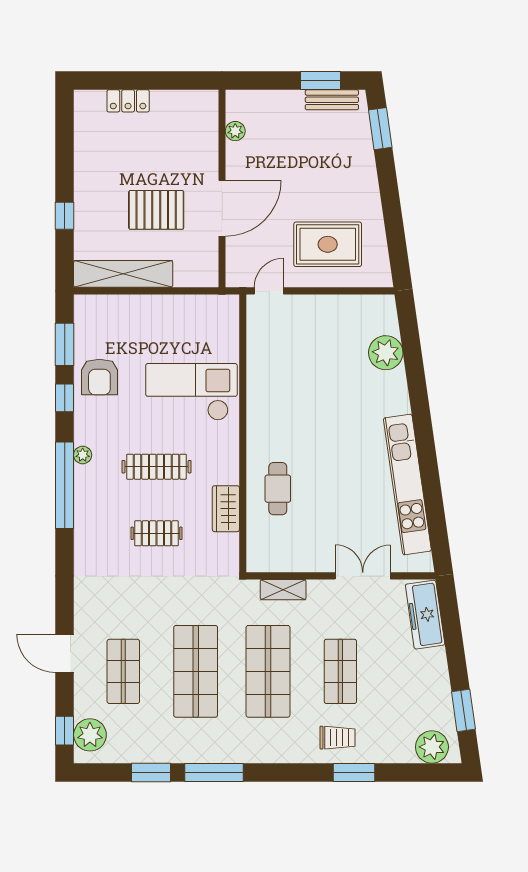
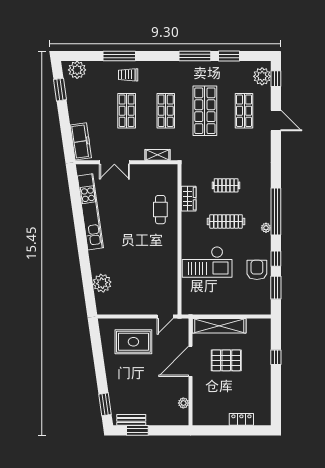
shelving: (123, 274) -> (219, 326), moved
shop shelf: (268, 671) -> (166, 111), width x0.70, depth x0.74
window: (354, 773) -> (119, 56), width x1.44

